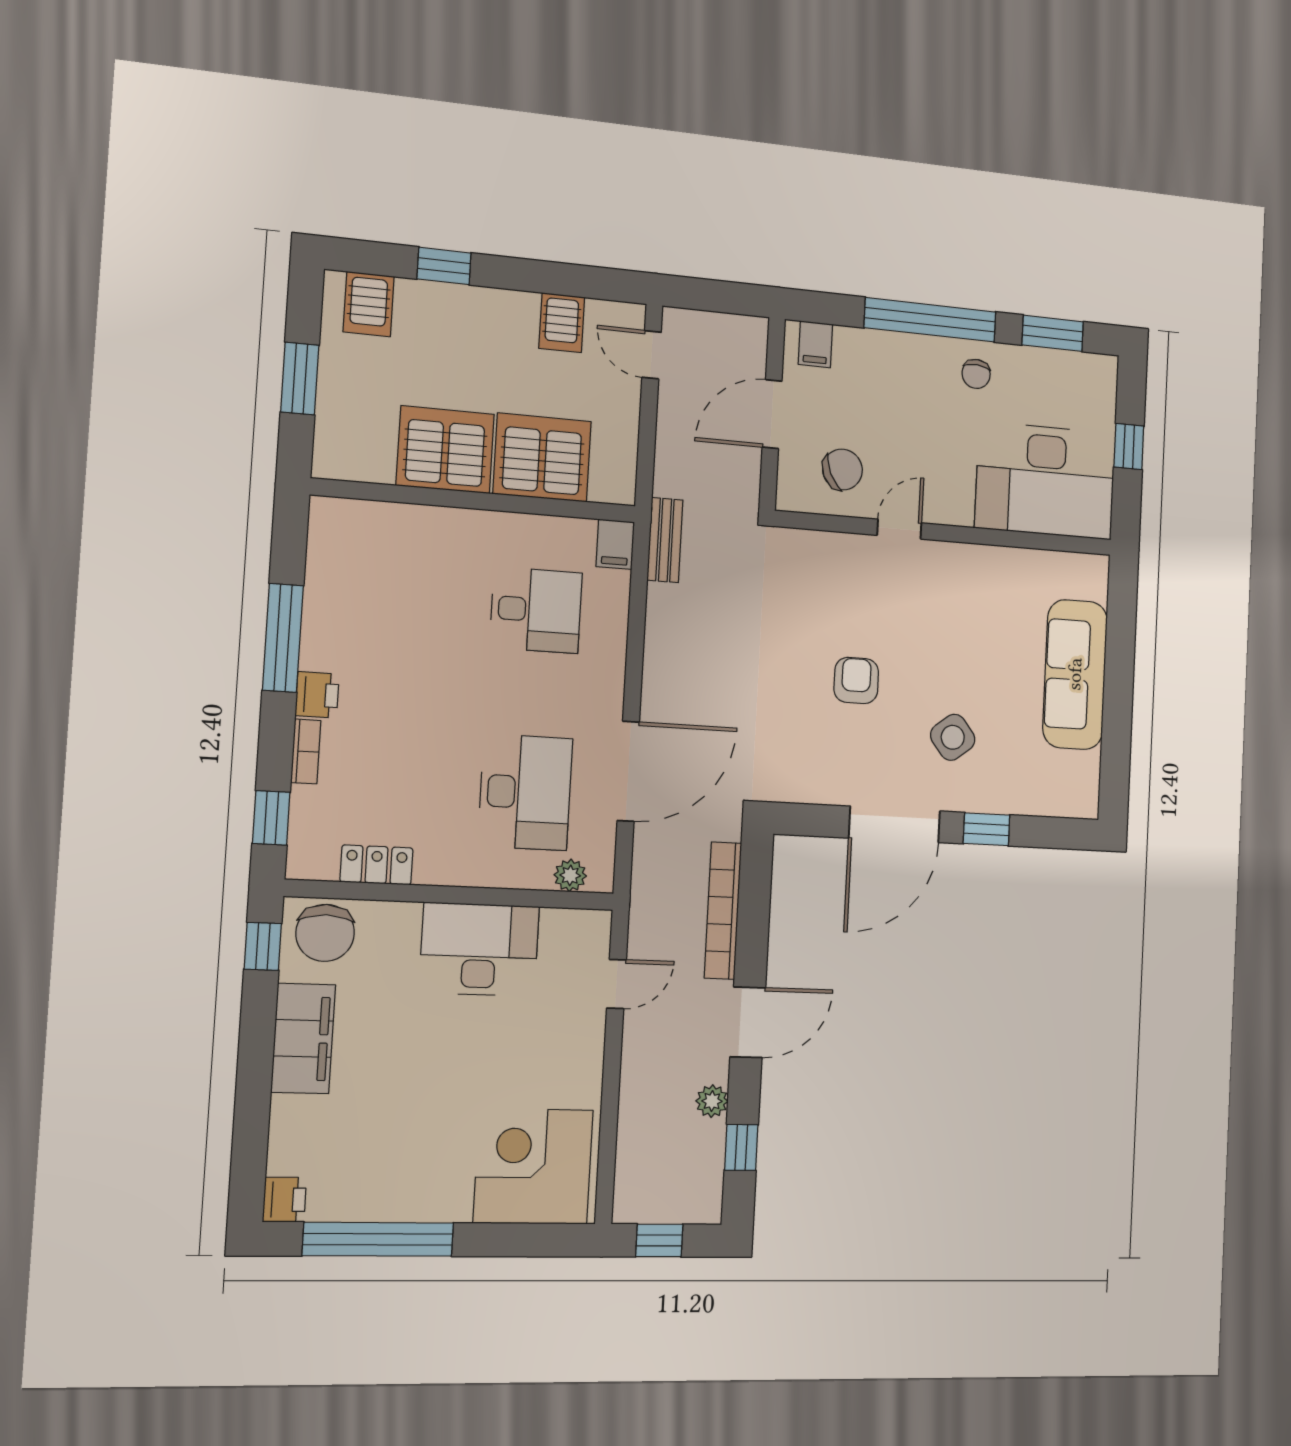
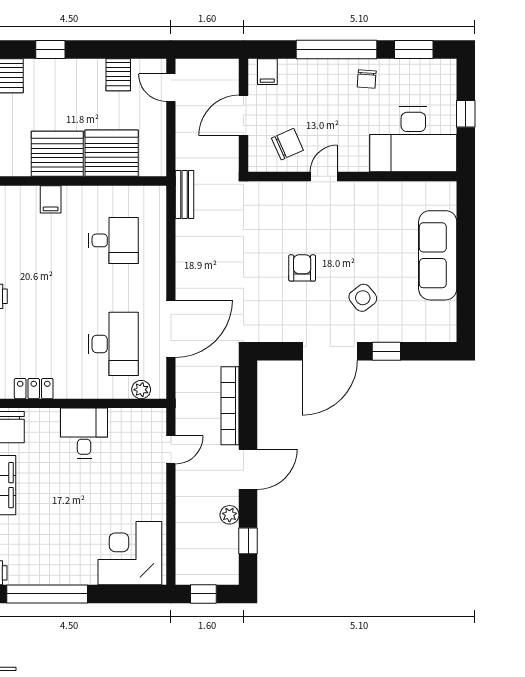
filing cabinet: (615, 544) -> (51, 199), moved
desk: (479, 949) -> (84, 433), width x0.73

